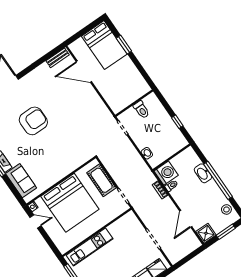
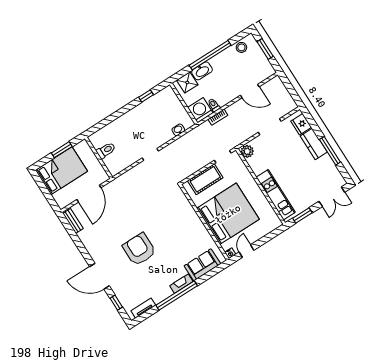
wall: (134, 103) -> (99, 158), moved
toilet: (141, 110) -> (106, 150), moved
plant: (129, 219) -> (247, 151), added
shower: (206, 233) -> (187, 82), moved

